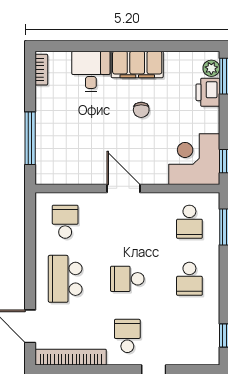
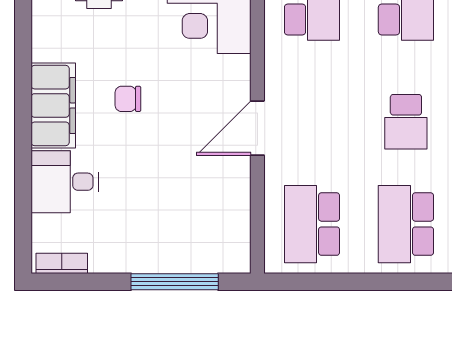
chair: (141, 110) -> (128, 99), turned 180
school desk: (65, 222) -> (312, 224), width x1.85
school desk: (65, 279) -> (406, 224), turned 90

